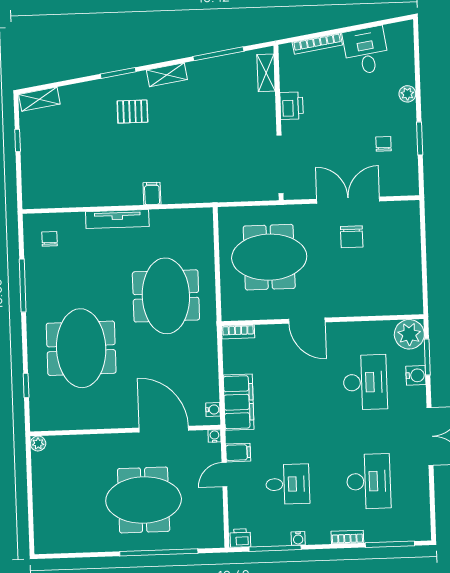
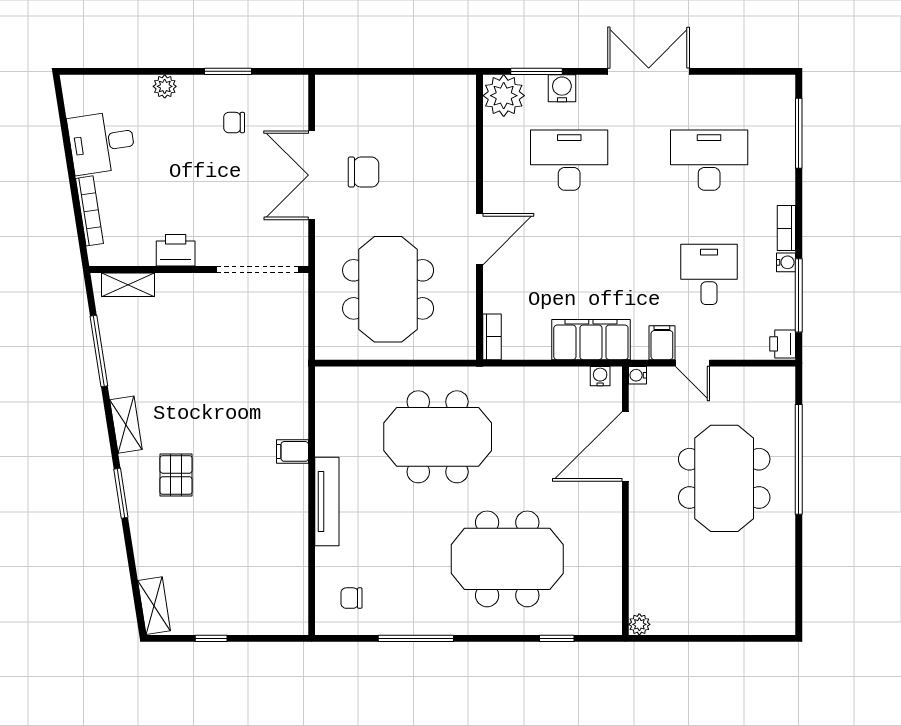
bookcase: (347, 537) -> (786, 228), moved

